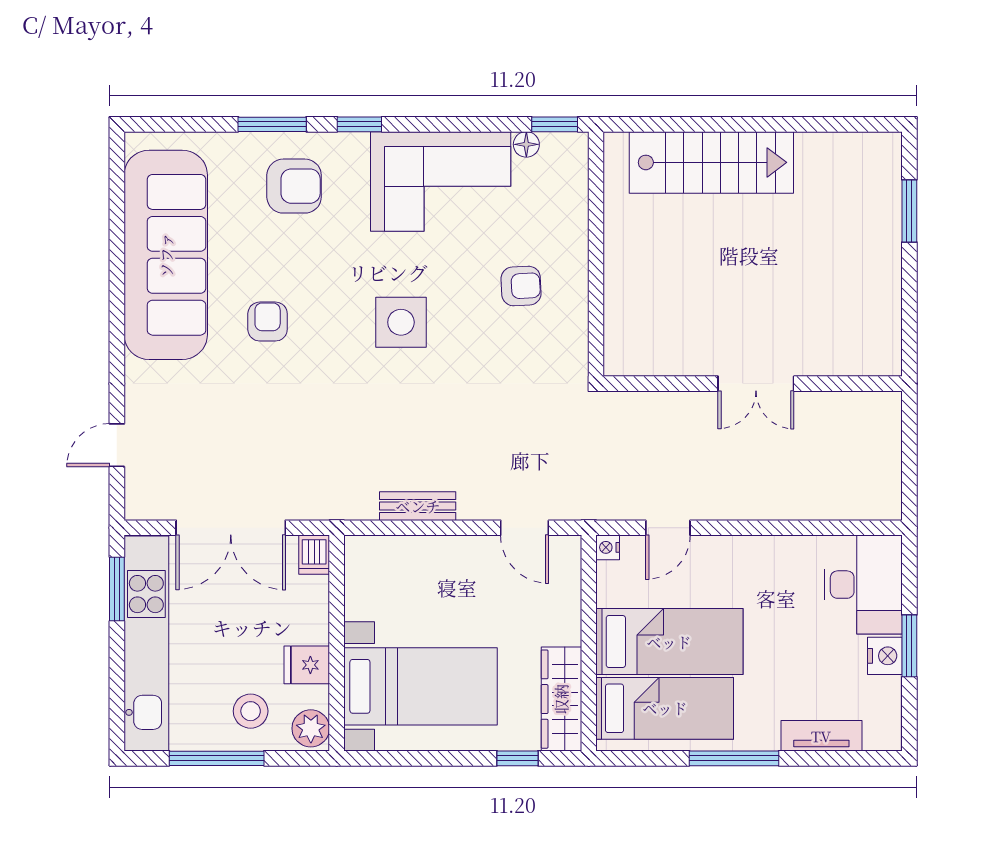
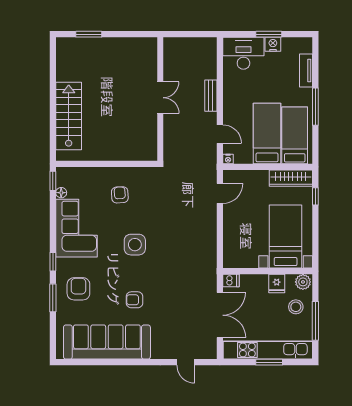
bench: (418, 506) -> (211, 96), moved
window: (117, 589) -> (269, 362), moved

